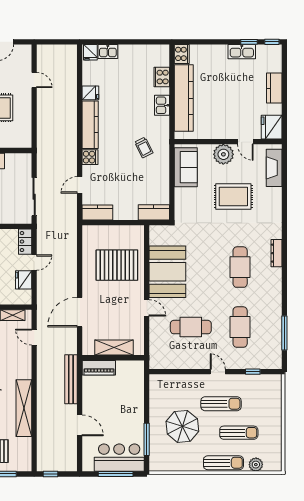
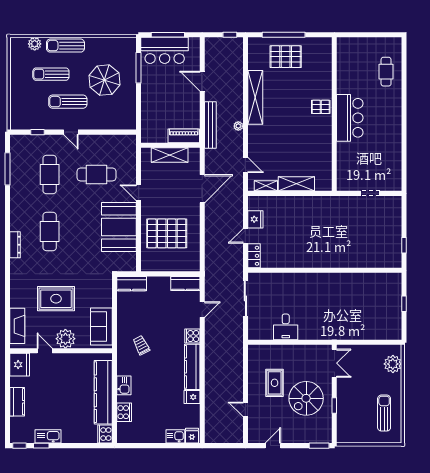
plant: (42, 378) -> (238, 126), added

